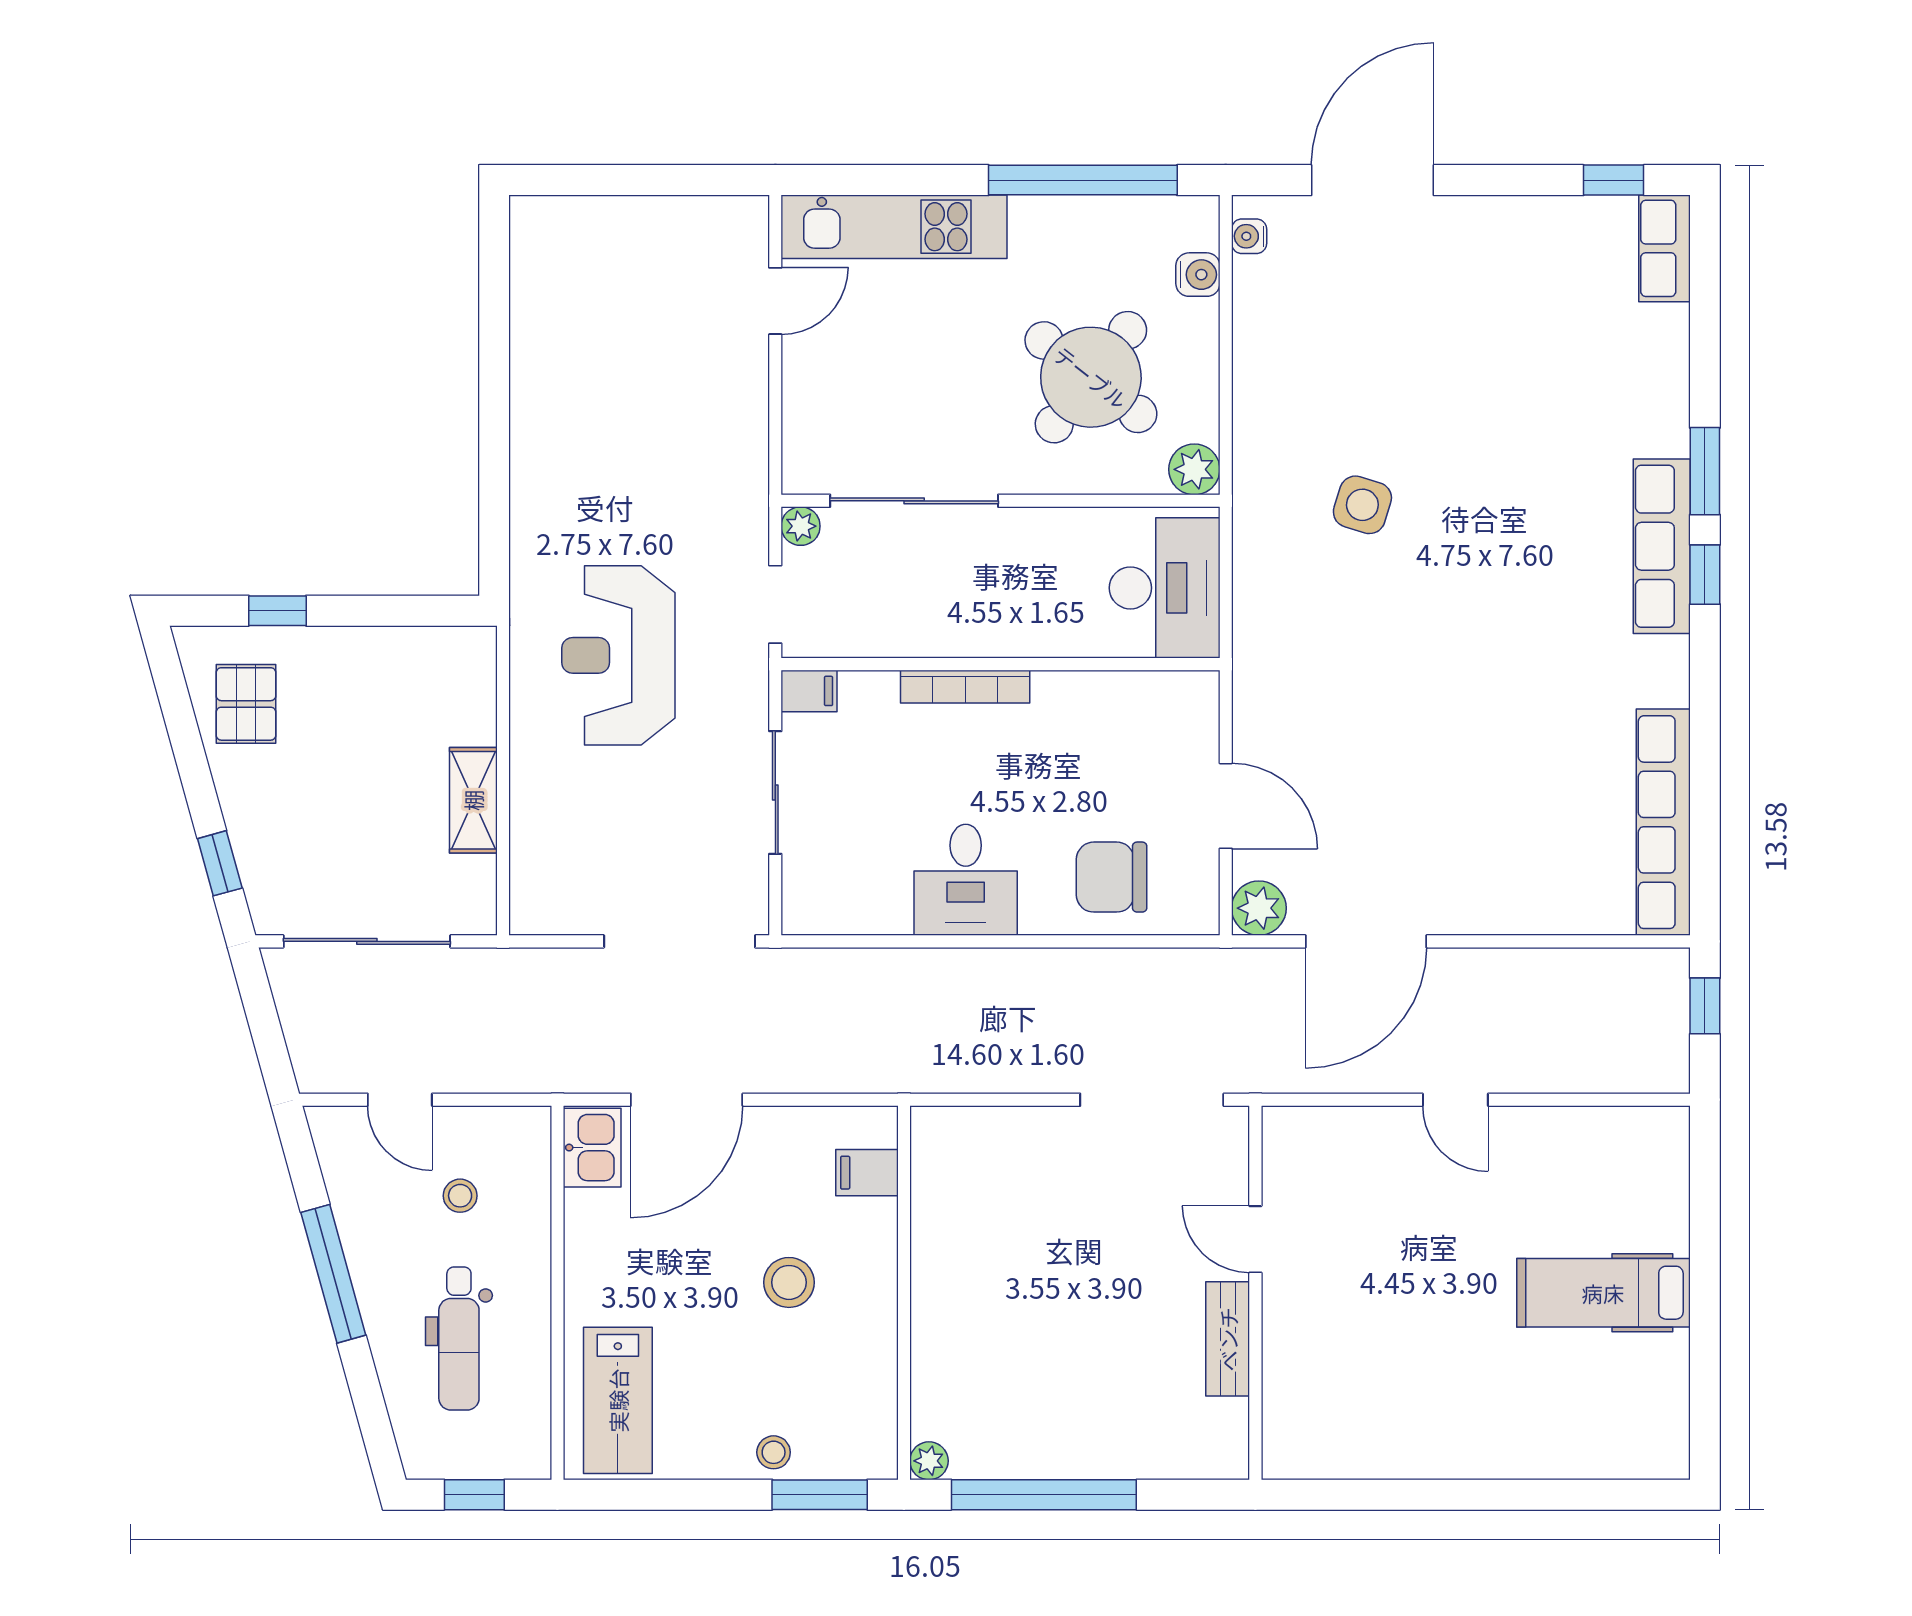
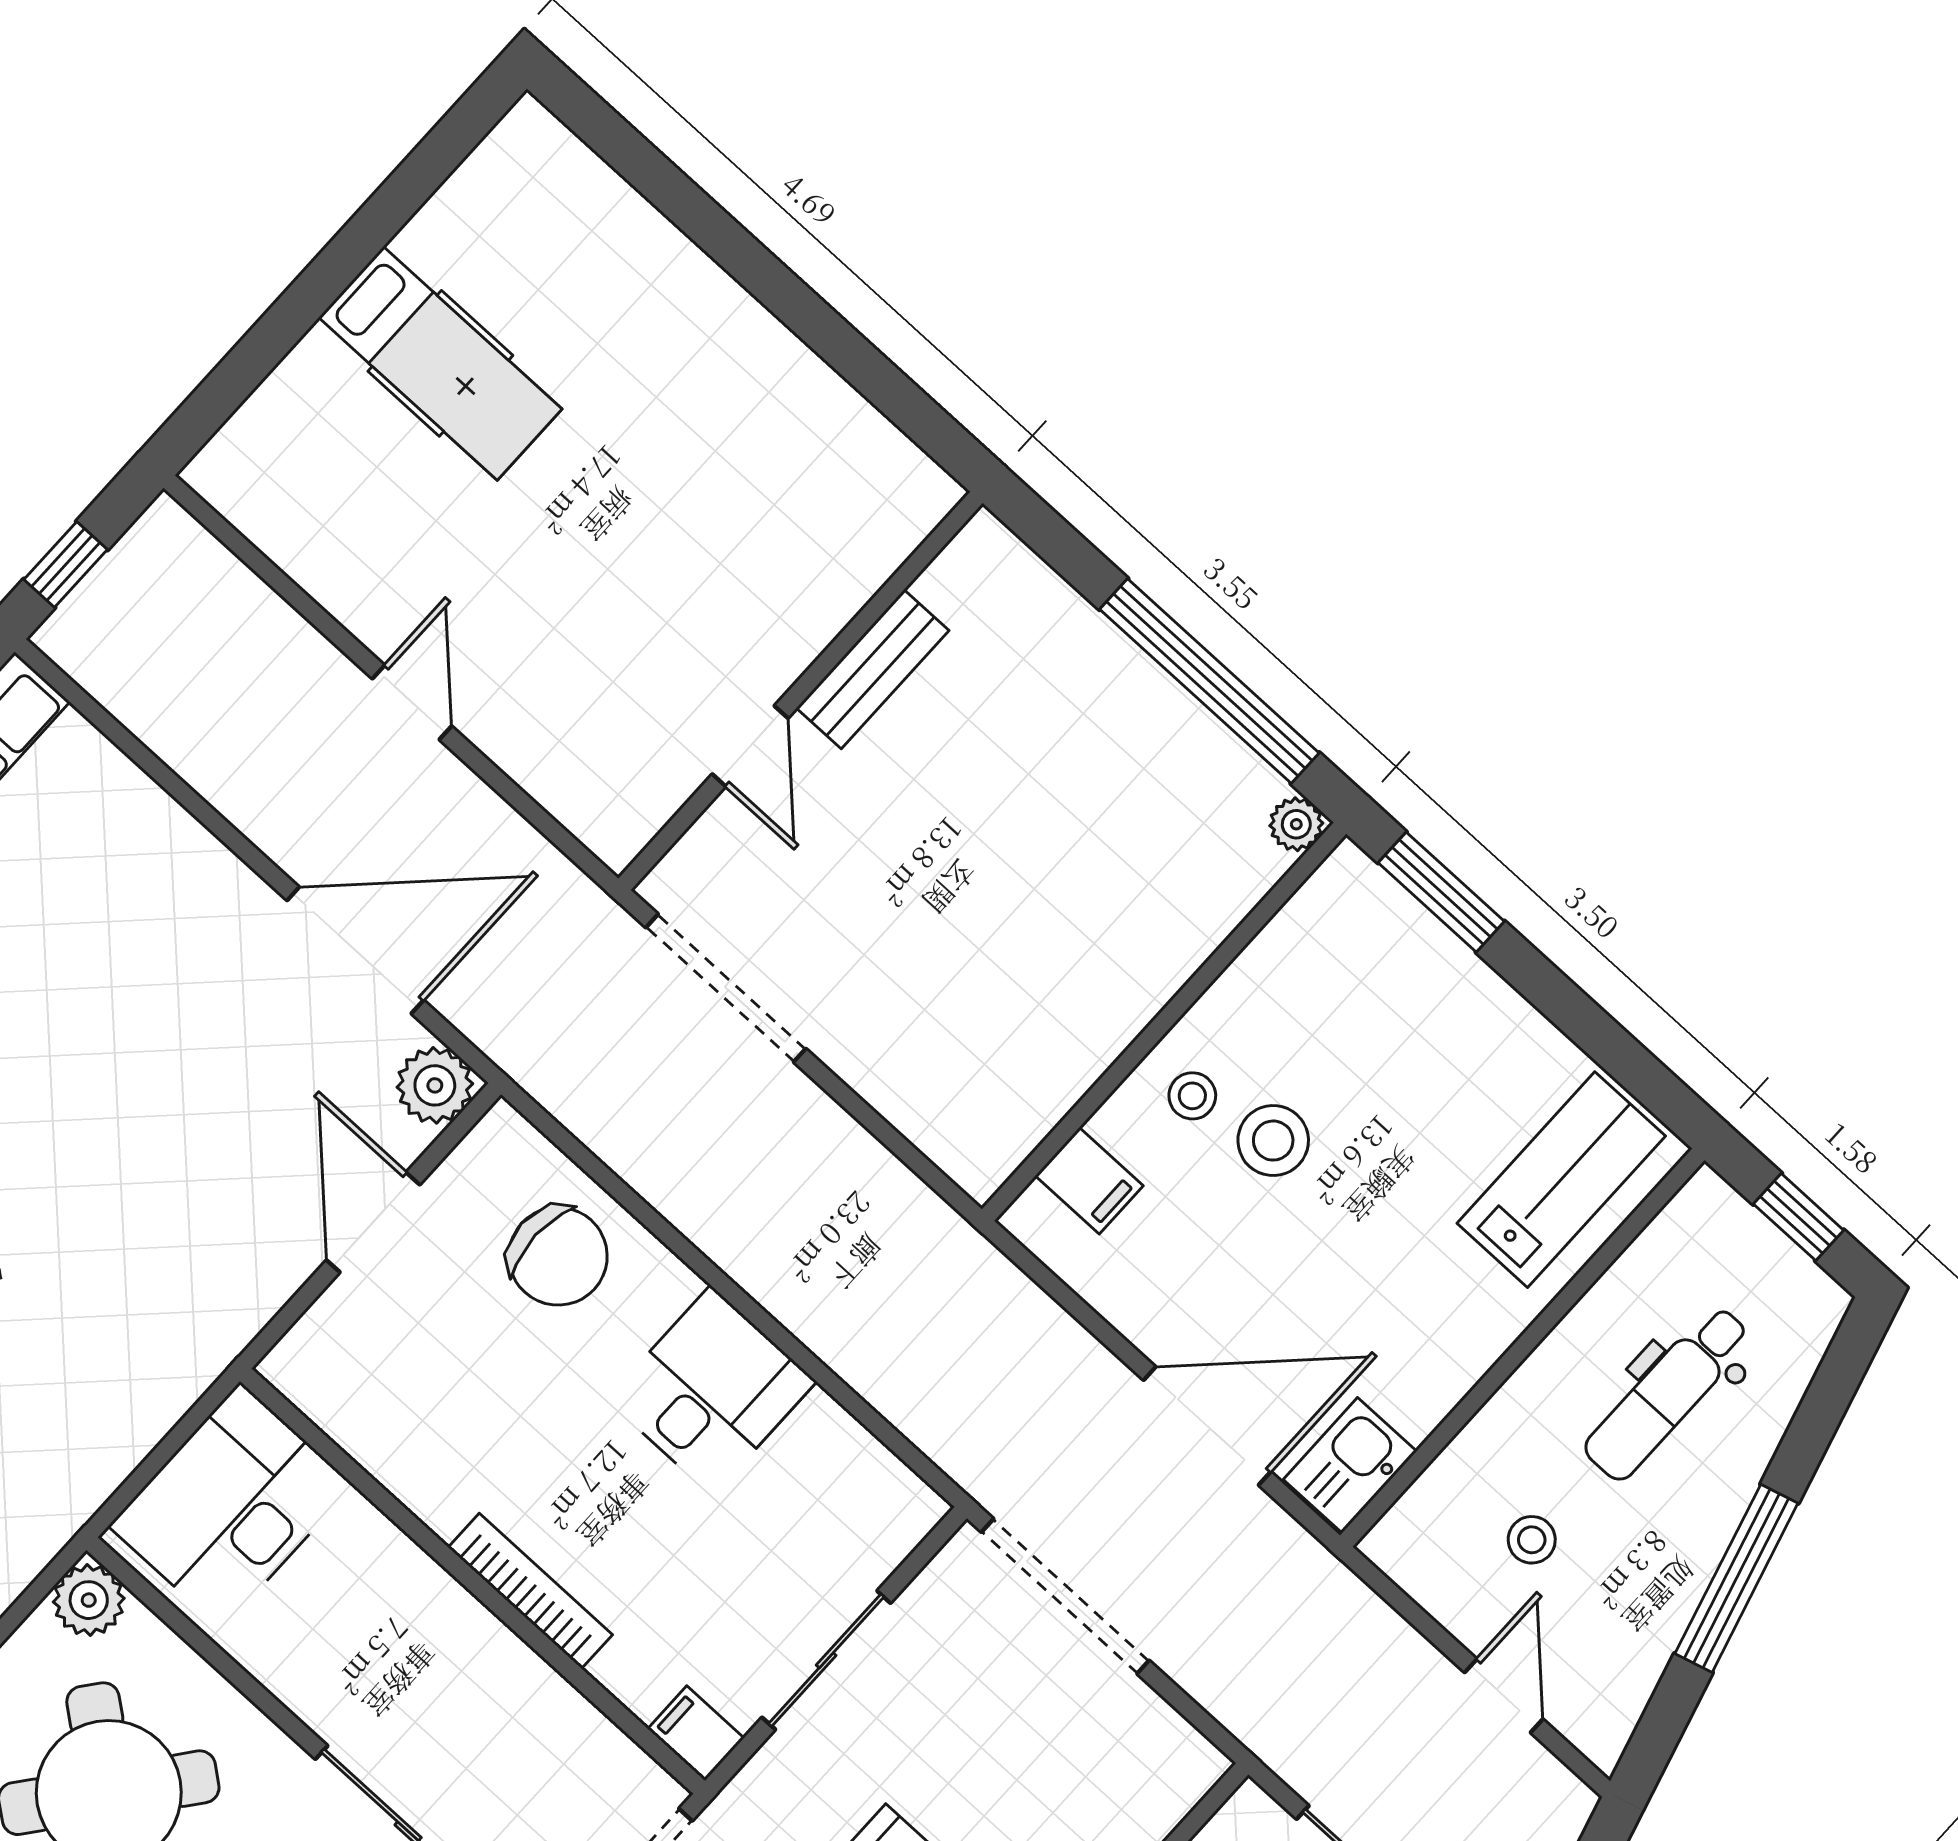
dental chair: (459, 1338) -> (1667, 1393), turned 180
stool: (774, 1452) -> (1192, 1096), moved

